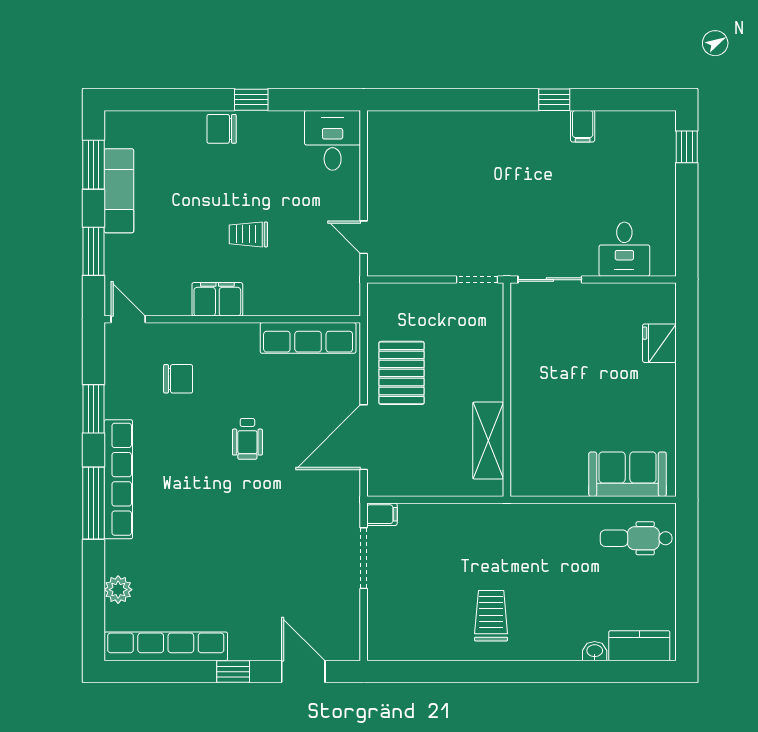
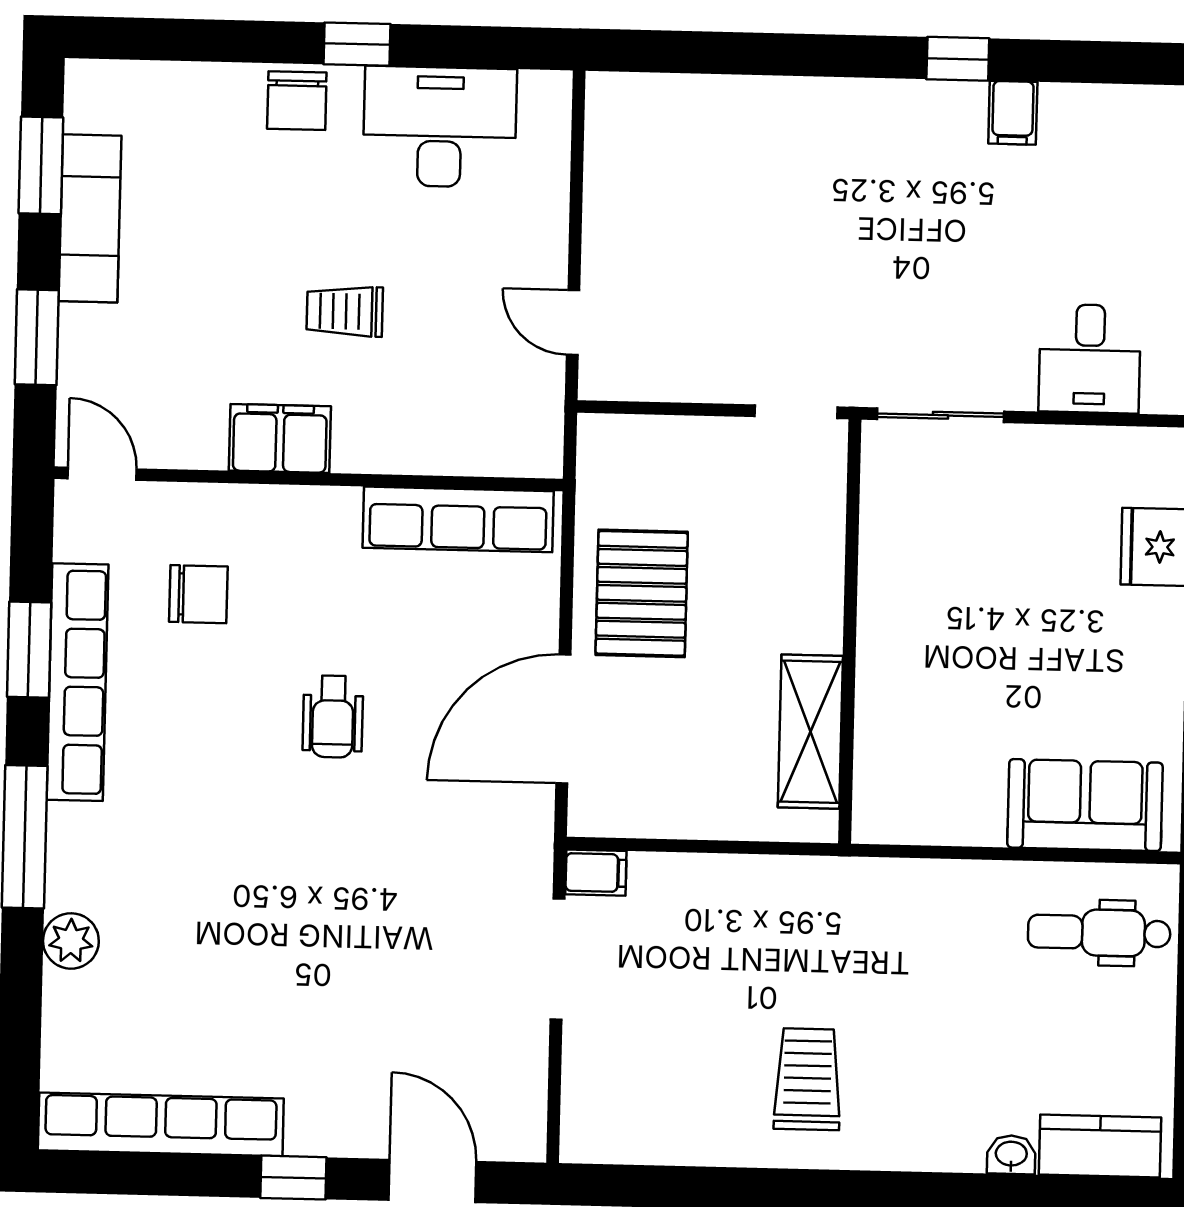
chair: (222, 129) -> (297, 101), turned -90
desk: (333, 140) -> (440, 127), moved, width x1.37
row of seats: (118, 479) -> (77, 682), moved
plant: (118, 590) -> (71, 941), moved

